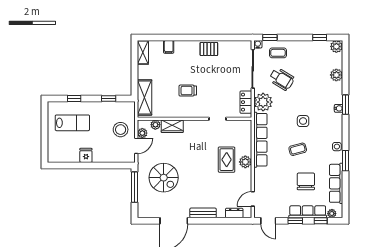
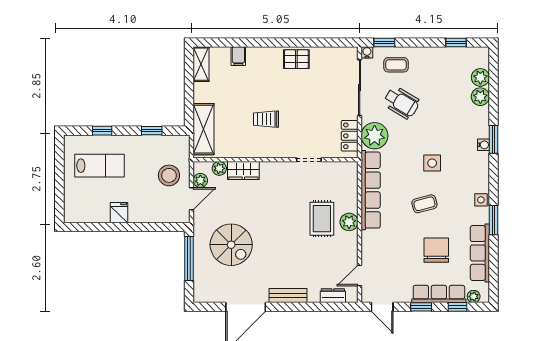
plant: (336, 46) -> (480, 77), moved

